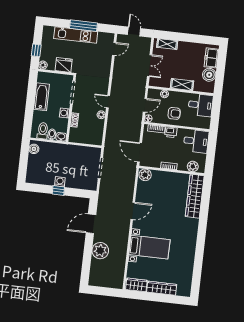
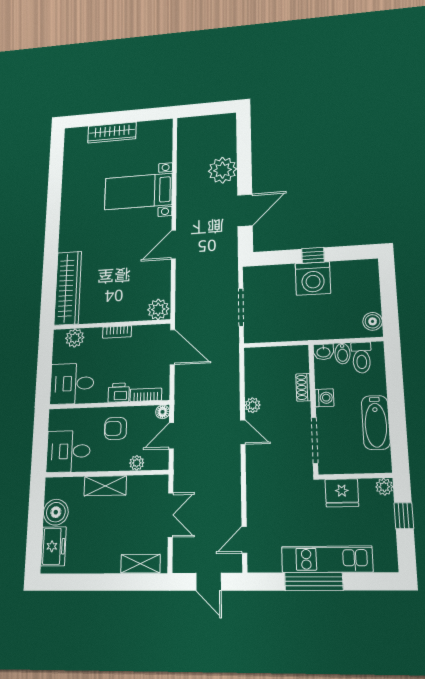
double door: (150, 66) -> (171, 515), swing flipped
washing machine: (60, 182) -> (313, 278), width x1.89, depth x1.89
wardrobe: (136, 285) -> (154, 129), removed

